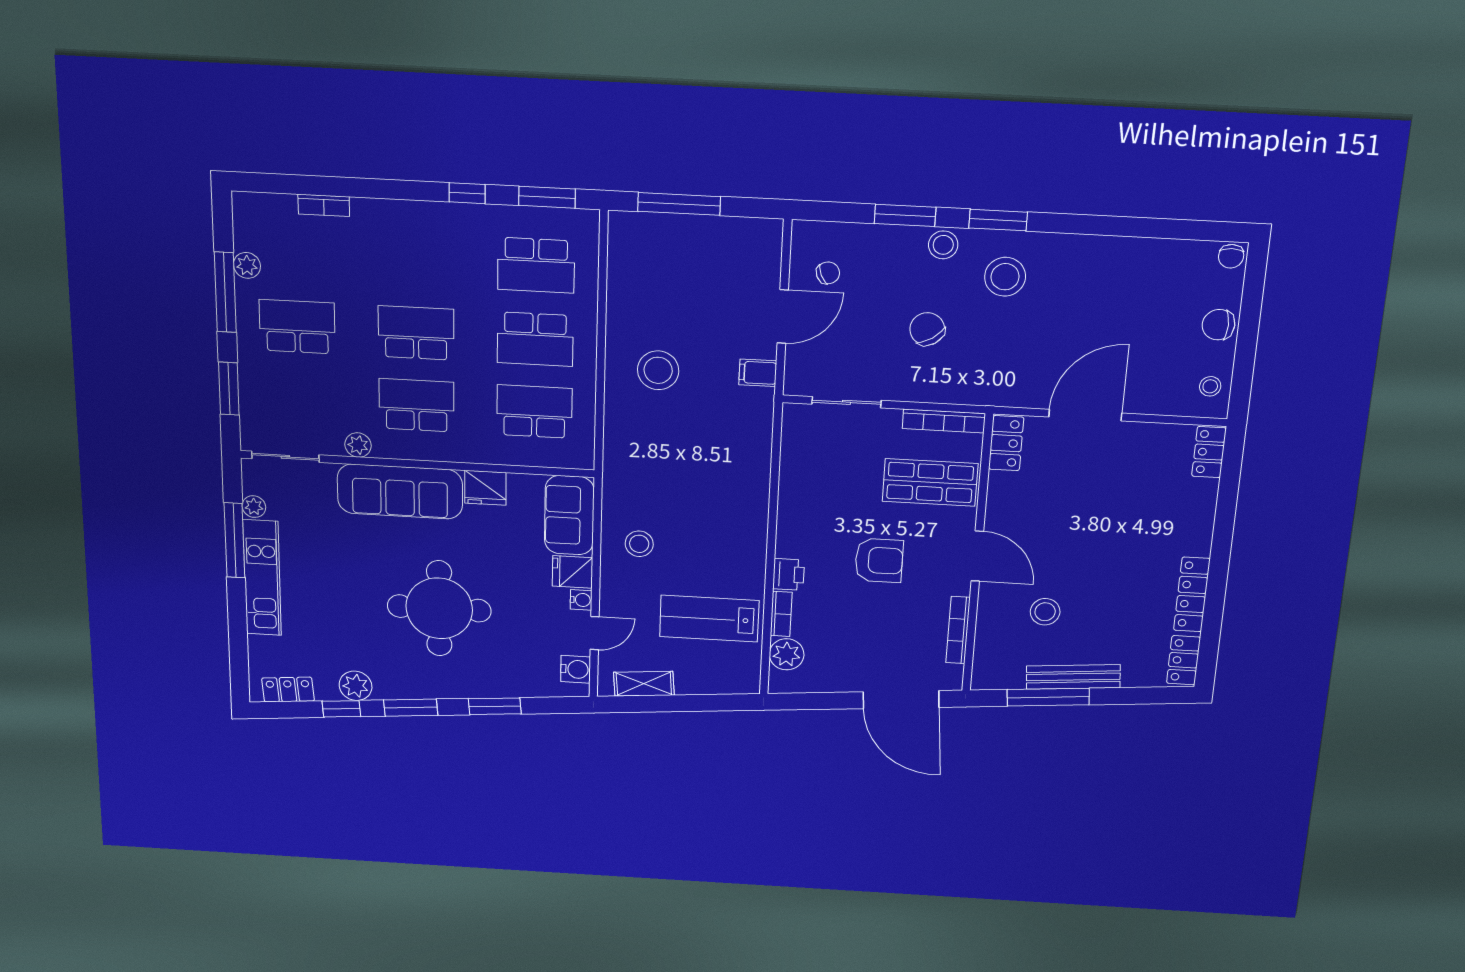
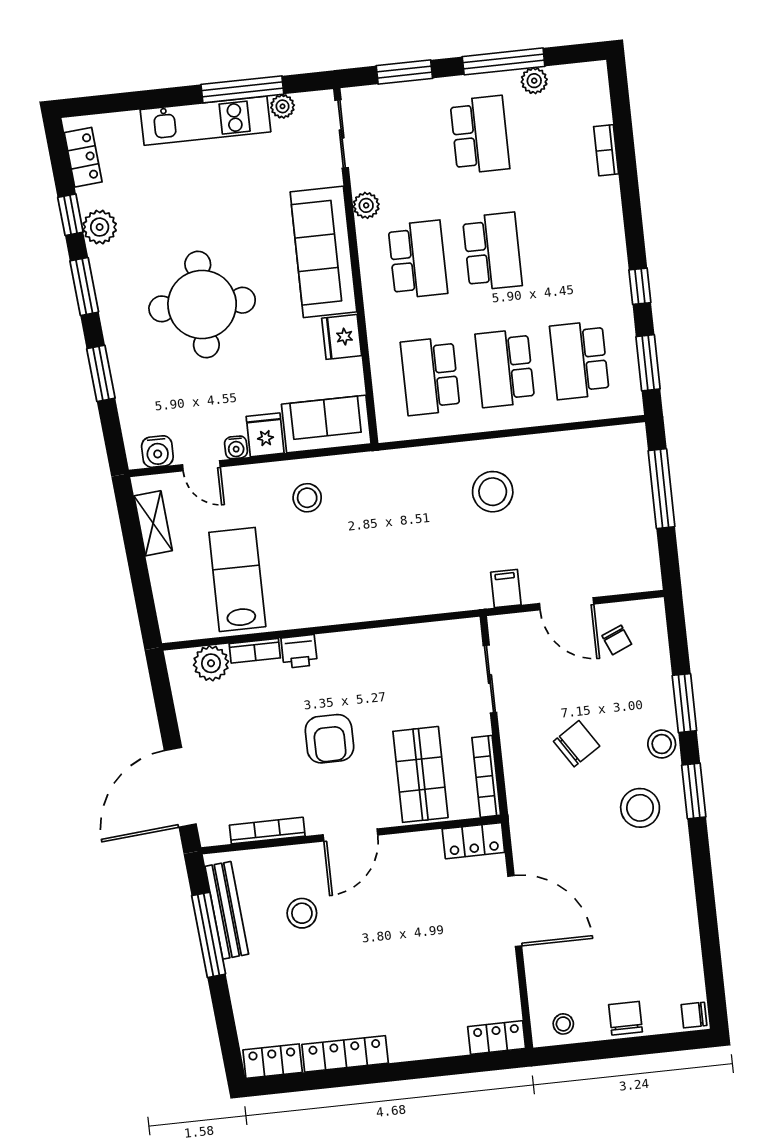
school desk: (534, 412) -> (430, 376), turned 180
bench: (1073, 677) -> (227, 910), moved

